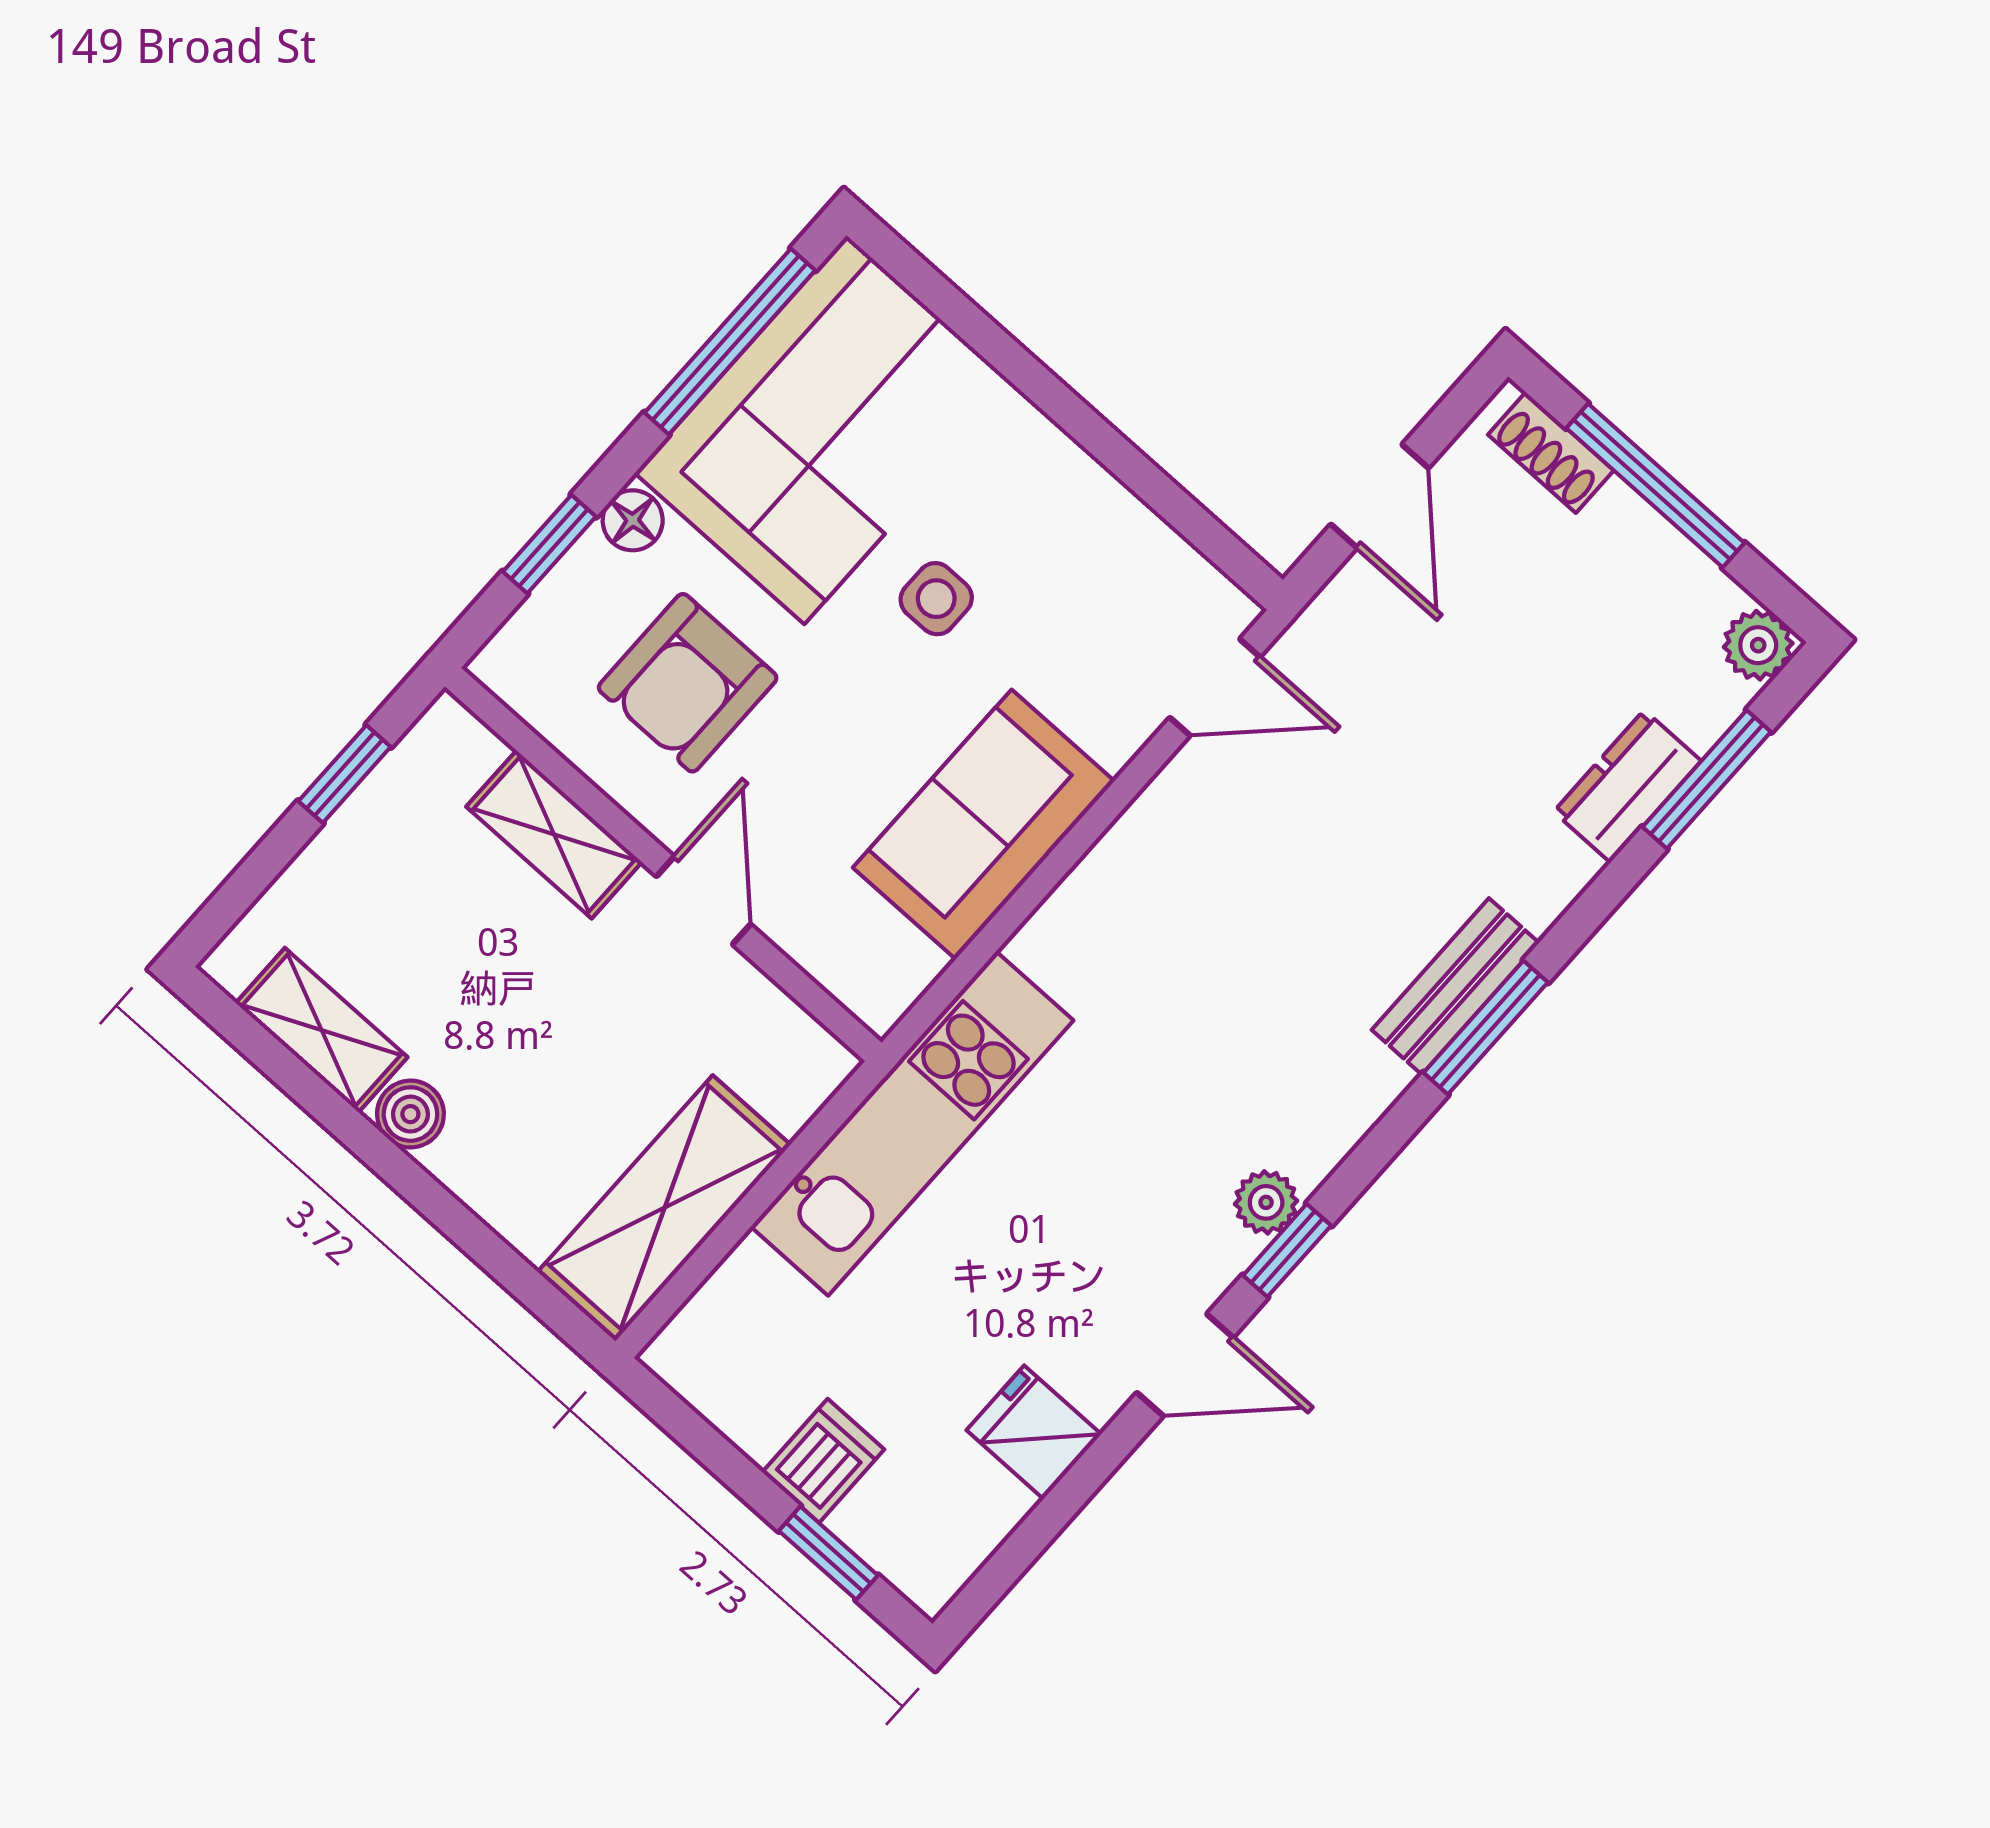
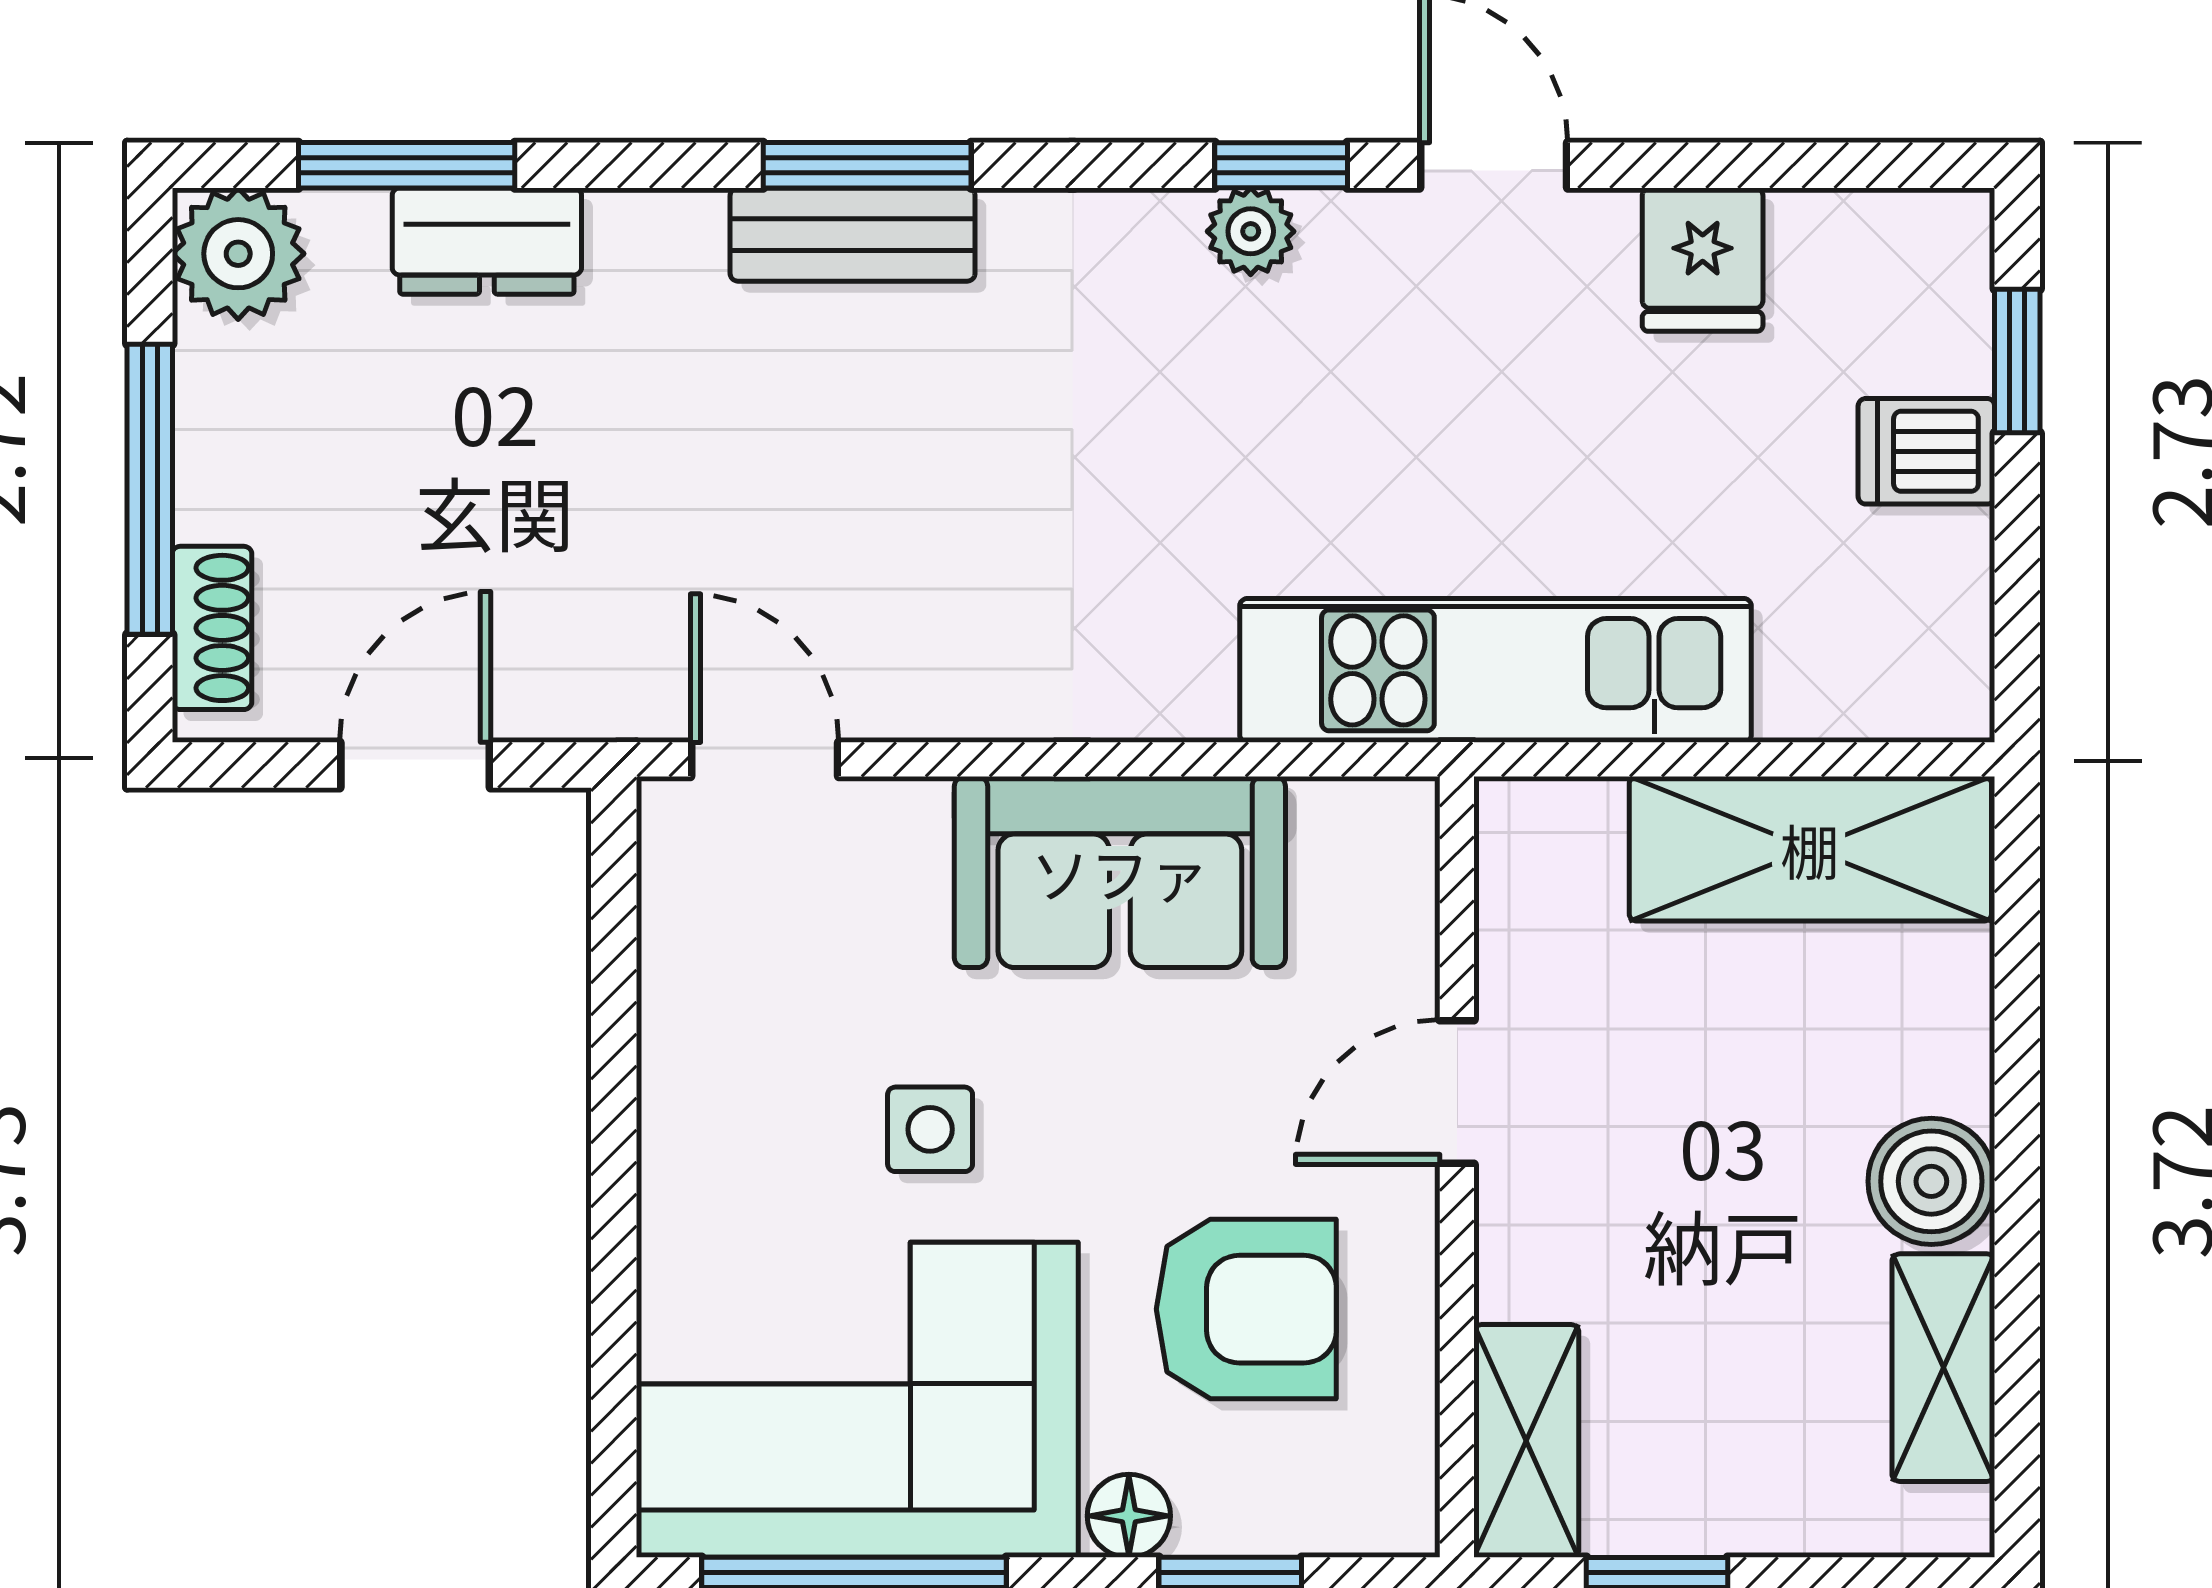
plant: (1758, 645) -> (238, 254), width x1.38, depth x1.38
shelving: (554, 834) -> (1526, 1441), moved
boiler: (410, 1114) -> (1931, 1181), width x1.36, depth x1.36

